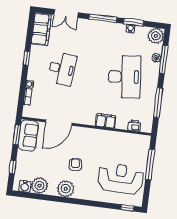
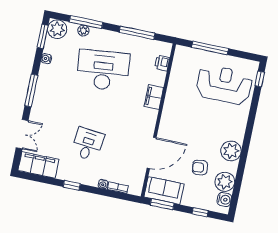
window: (134, 22) -> (43, 36), moved
desk: (62, 69) -> (88, 144), width x0.73
door: (59, 123) -> (152, 153), hinge flipped
armchair: (75, 165) -> (200, 167), moved
reception desk: (120, 179) -> (224, 85), turned 90

